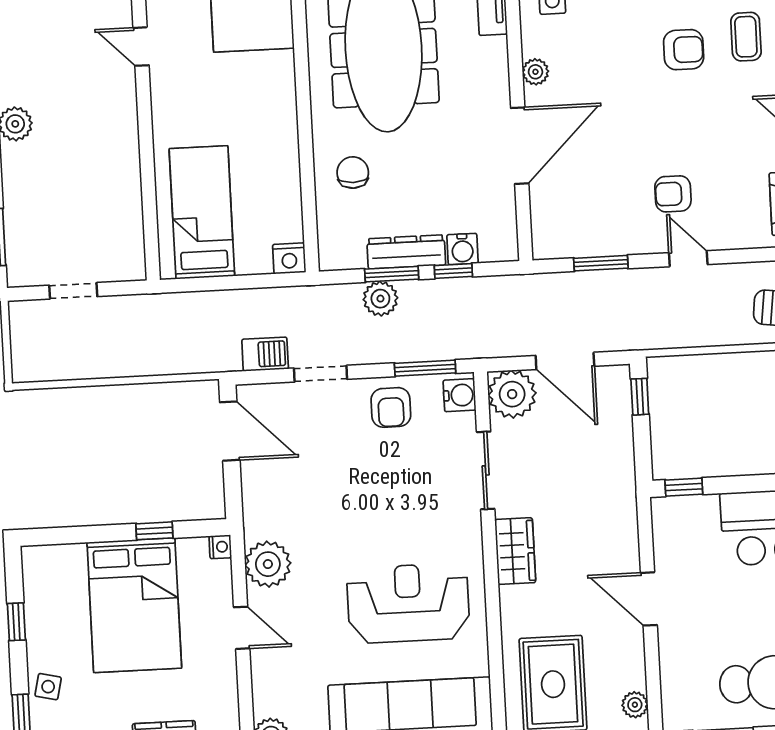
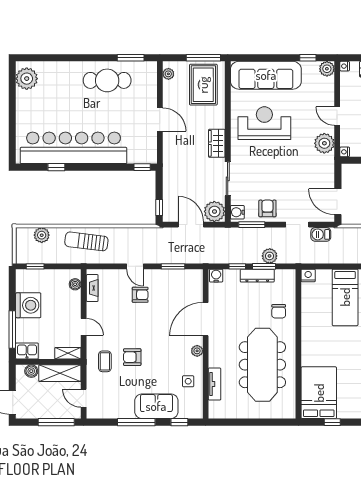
water cooler: (462, 249) -> (216, 276), moved
reception desk: (408, 603) -> (264, 123), turned 180

